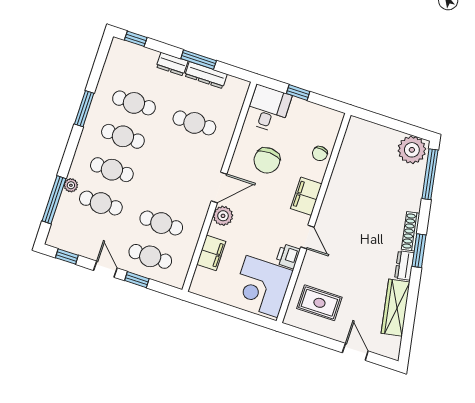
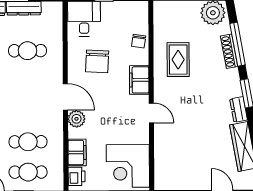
window: (430, 174) -> (238, 44), moved
door: (219, 188) -> (65, 97), hinge flipped
shoe rack: (411, 231) -> (229, 51), moved
printer: (288, 256) -> (77, 176), moved, turned 180
rug: (319, 303) -> (178, 60), moved, turned 90

